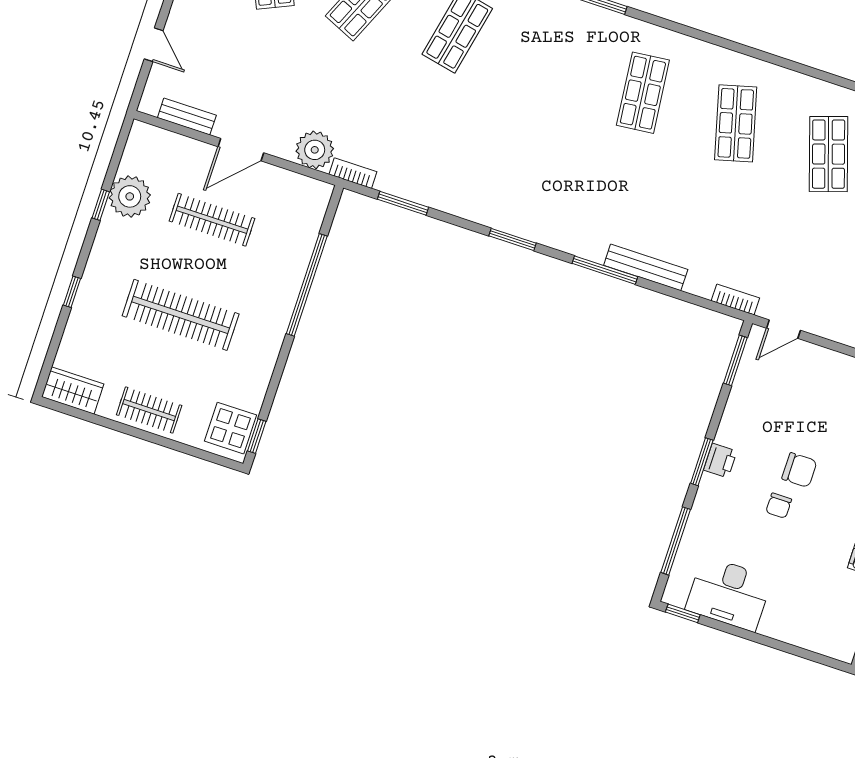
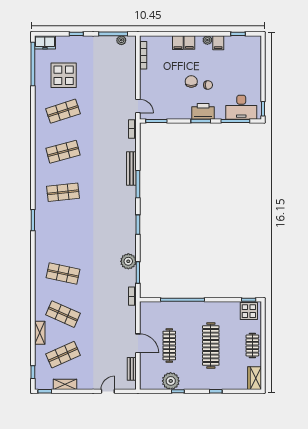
plant: (315, 150) -> (128, 261), moved
printer: (720, 461) -> (203, 111), width x1.87, depth x1.48
desk: (729, 594) -> (241, 107), moved, turned 90

